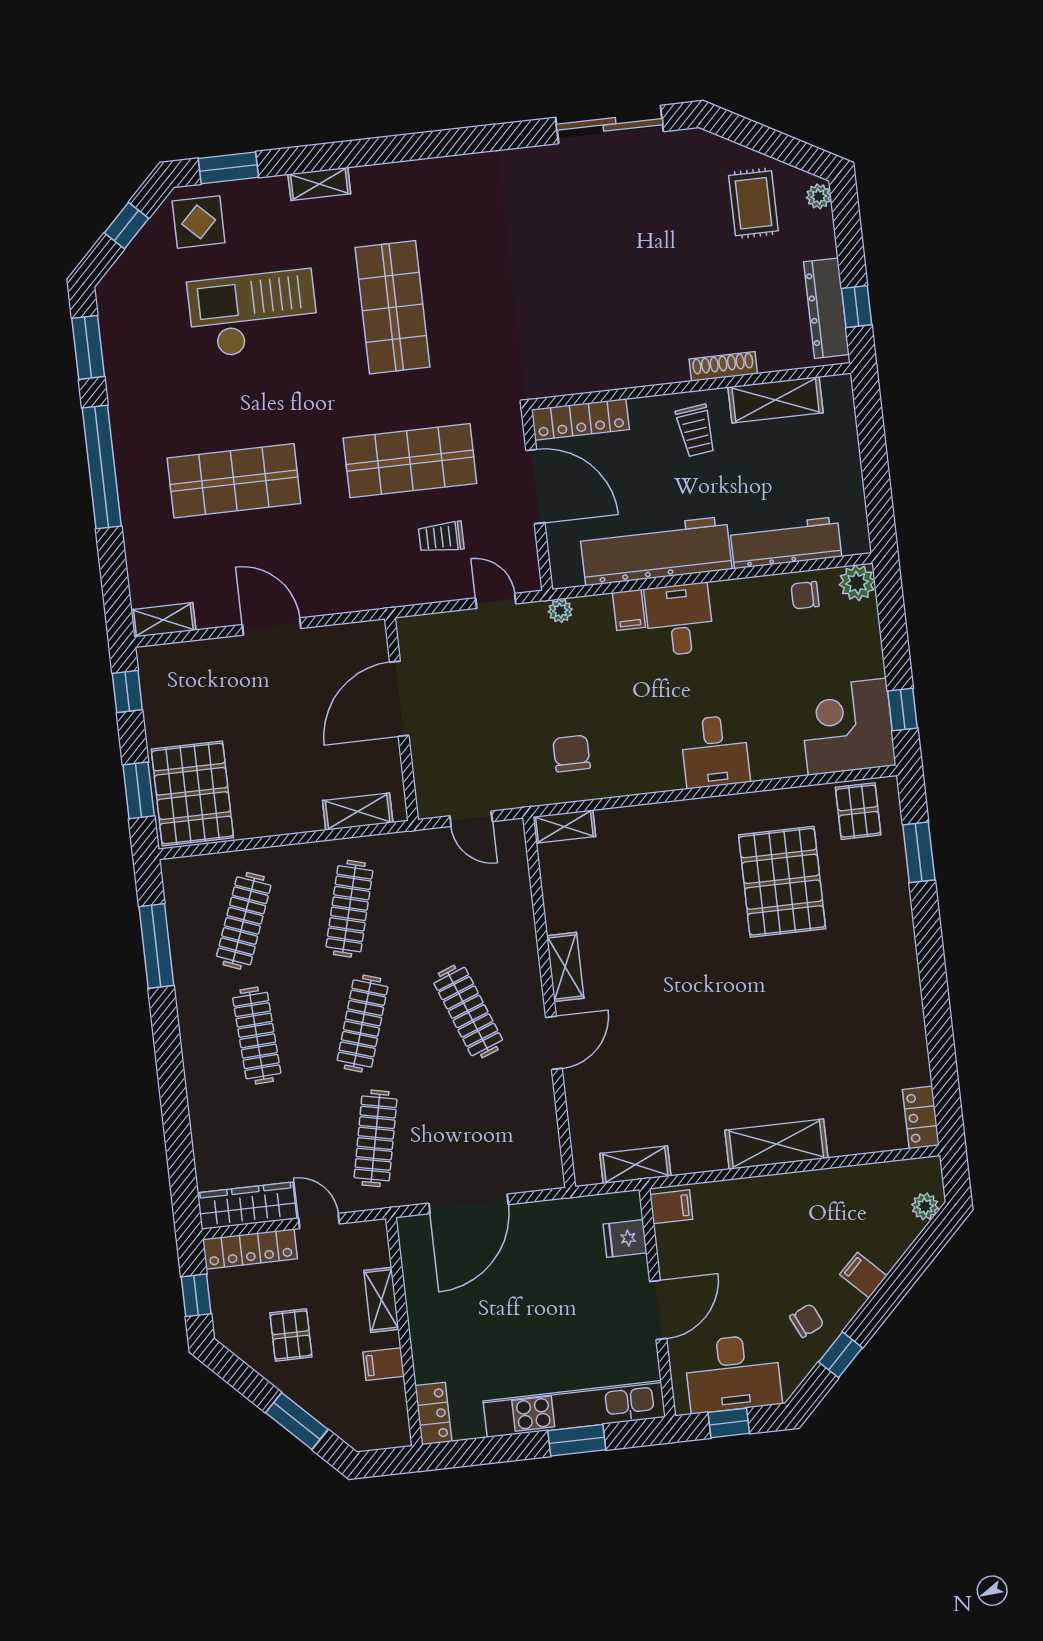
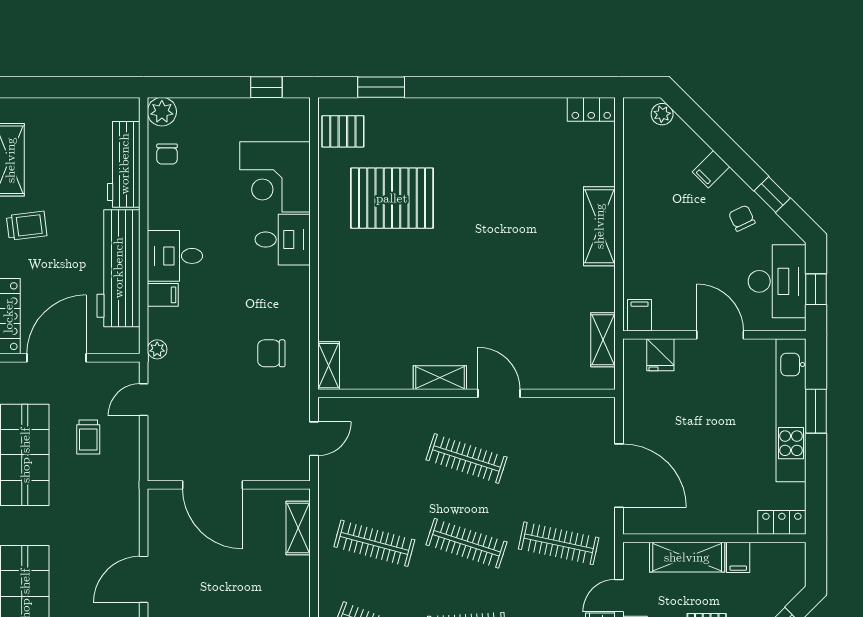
corner desk: (847, 727) -> (275, 177), moved
clothes rail: (468, 1012) -> (466, 458), turned 39
shelving: (381, 1300) -> (687, 557), width x1.50, depth x1.33

